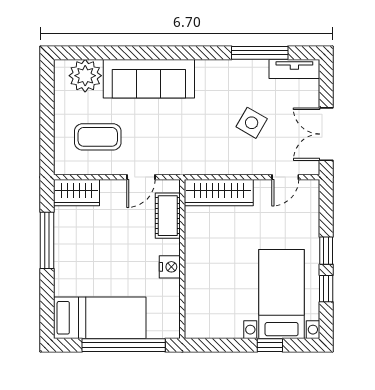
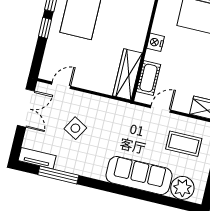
wardrobe: (219, 193) -> (127, 74), moved, turned -90

